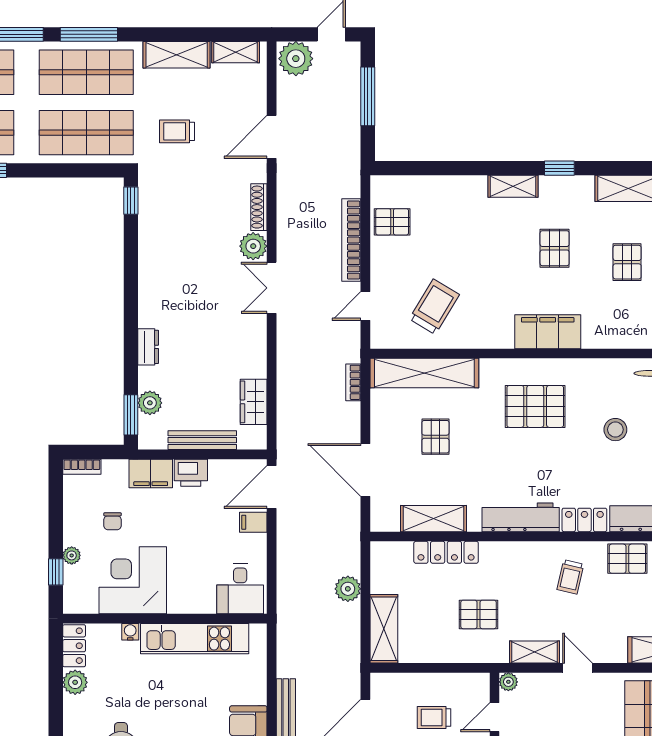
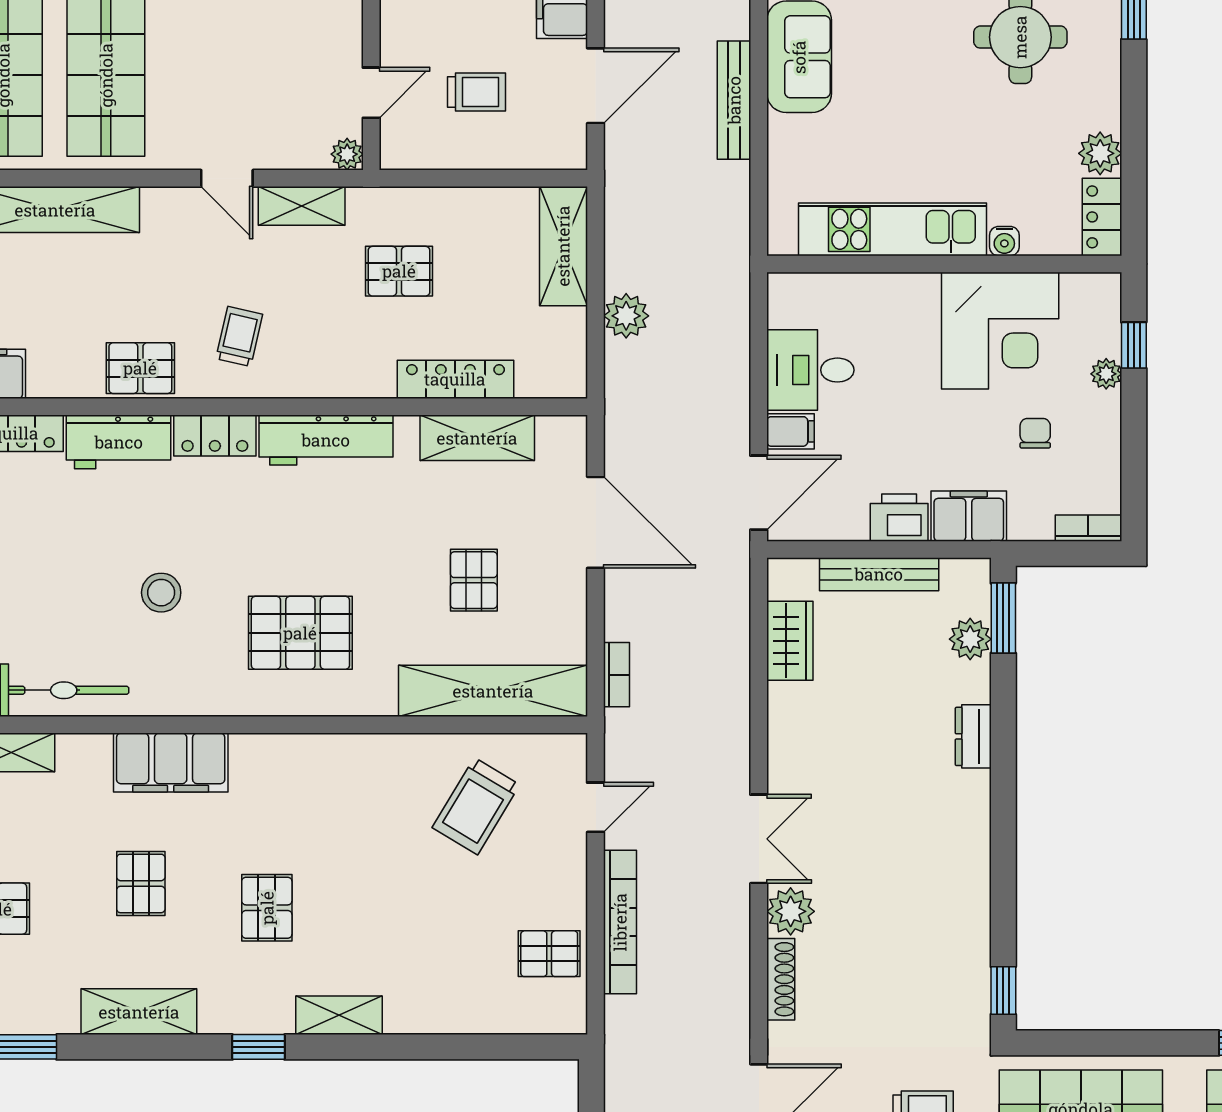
filing cabinet: (548, 332) -> (171, 763), moved
desk: (240, 589) -> (810, 370), moved, turned -90

